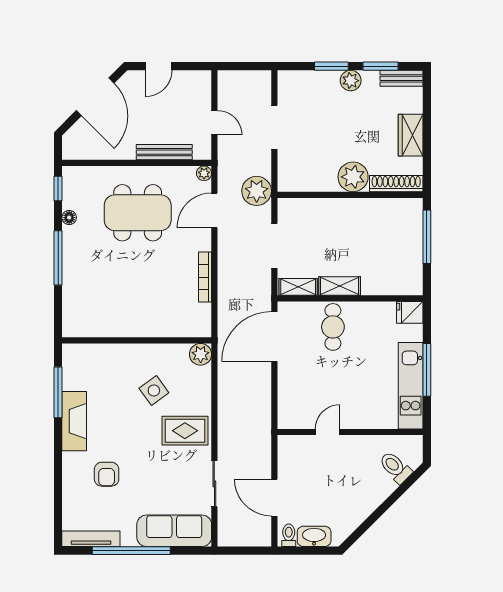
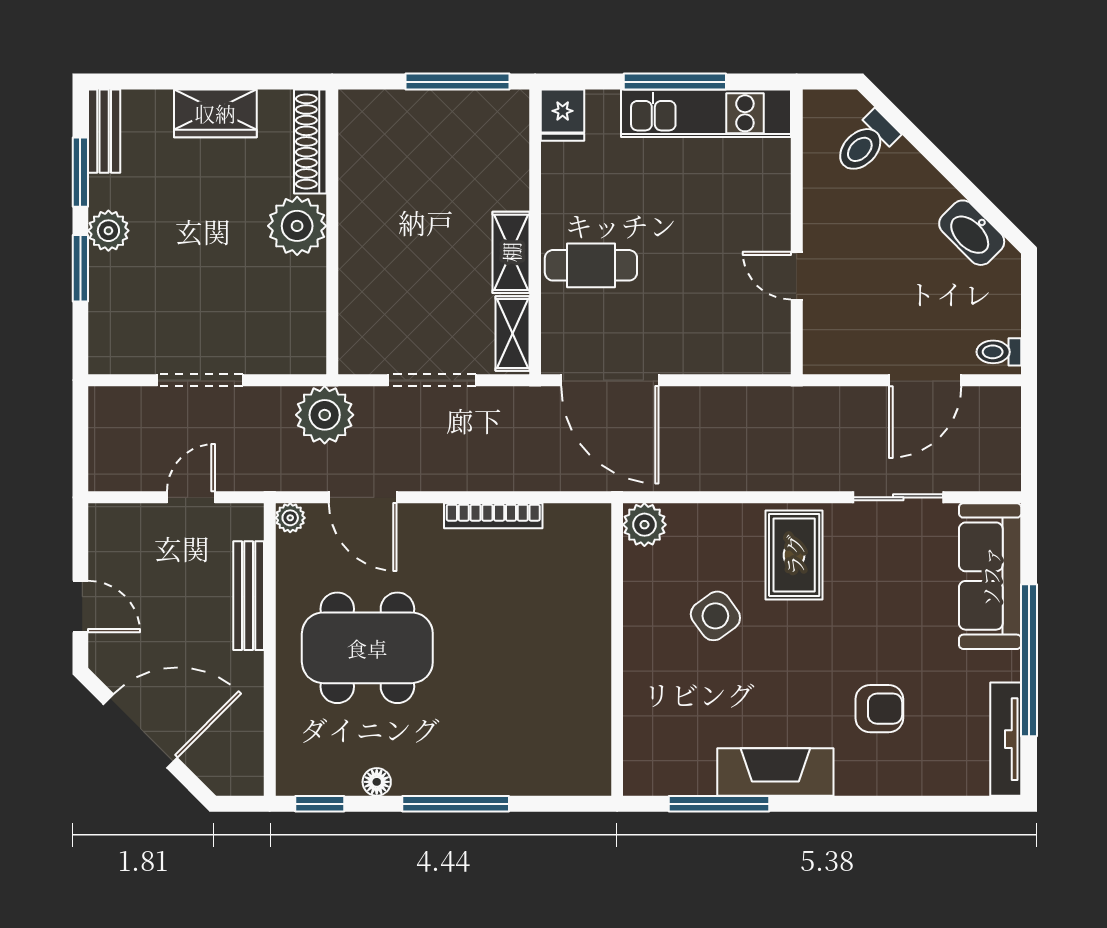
dining table: (138, 213) -> (367, 648), turned 90
window: (427, 237) -> (457, 82), moved
washbasin: (314, 536) -> (972, 233), moved, turned -45

